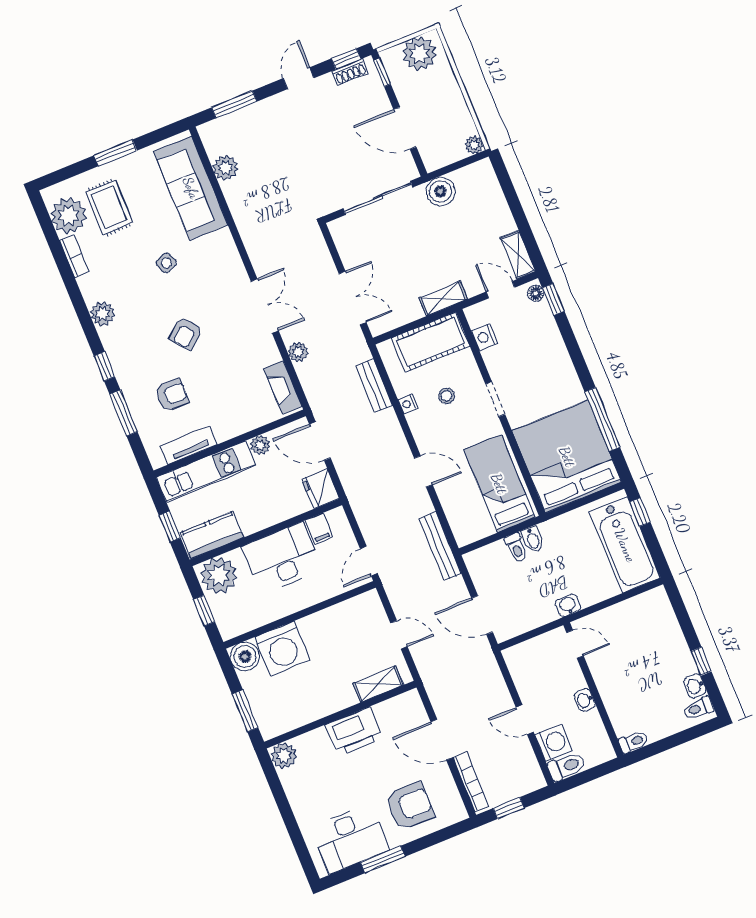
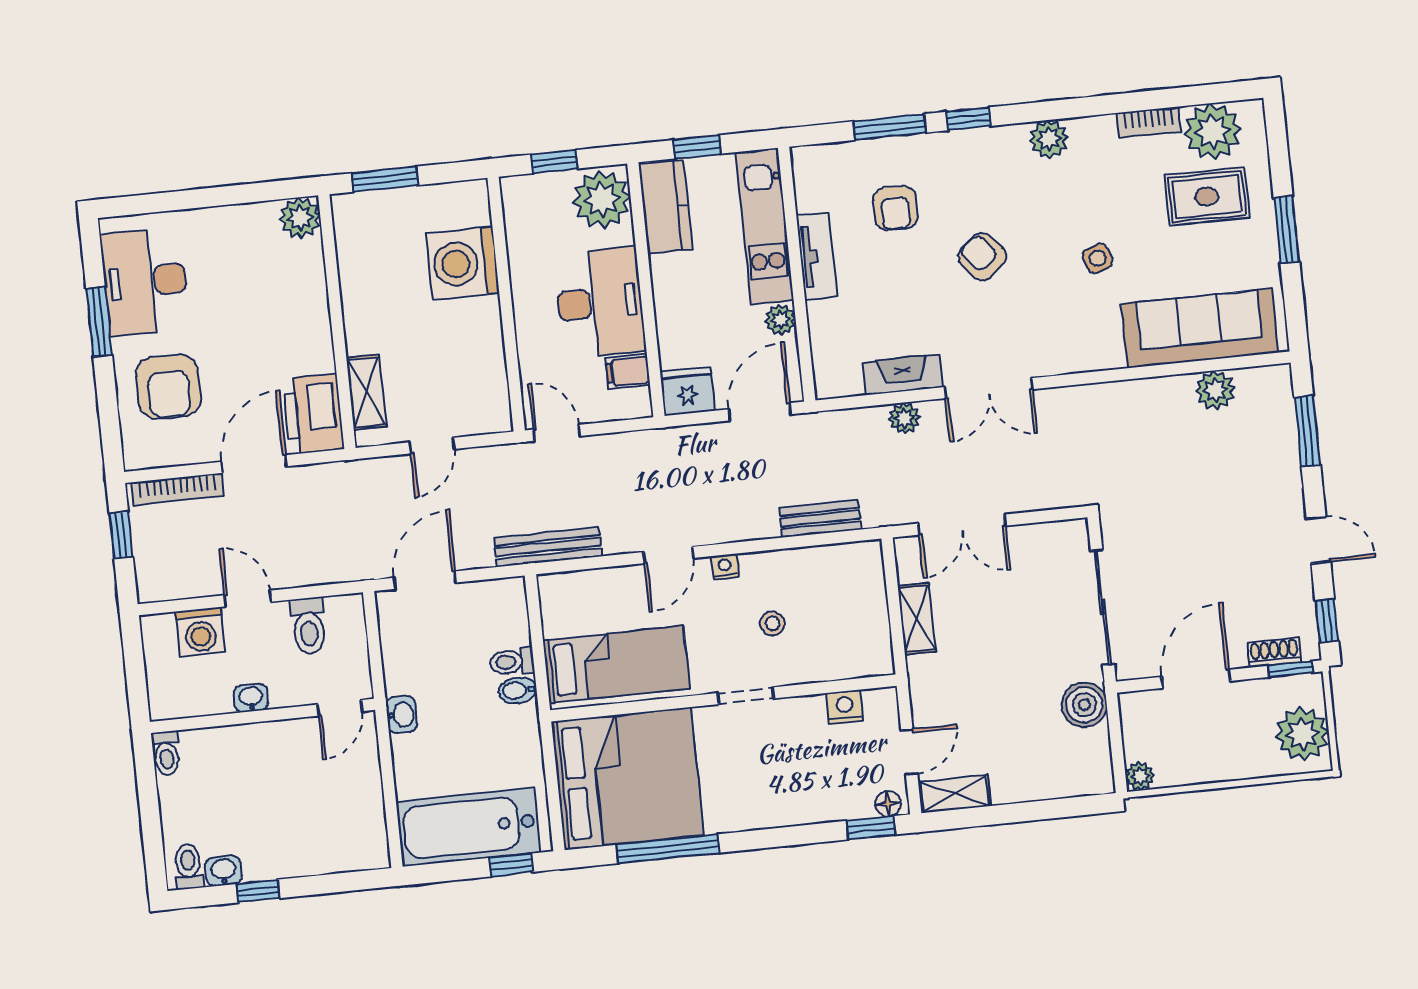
shoe rack: (350, 72) -> (1274, 653), moved, turned 90
shelving: (443, 299) -> (917, 619), moved
cot: (430, 342) -> (861, 623), removed
fireplace: (283, 387) -> (902, 375), moved
nightstand: (408, 404) -> (725, 567), moved
tv unit: (189, 445) -> (817, 256), moved
boiler: (245, 656) -> (467, 203), removed
door: (525, 720) -> (248, 598), hinge flipped
printer: (354, 732) -> (313, 414), moved
toilet: (567, 766) -> (309, 626), moved

